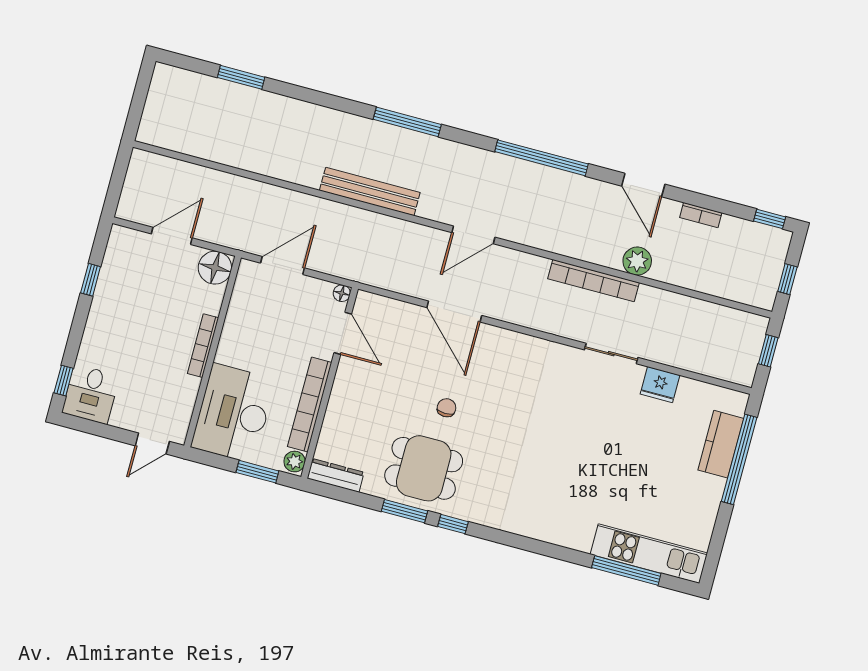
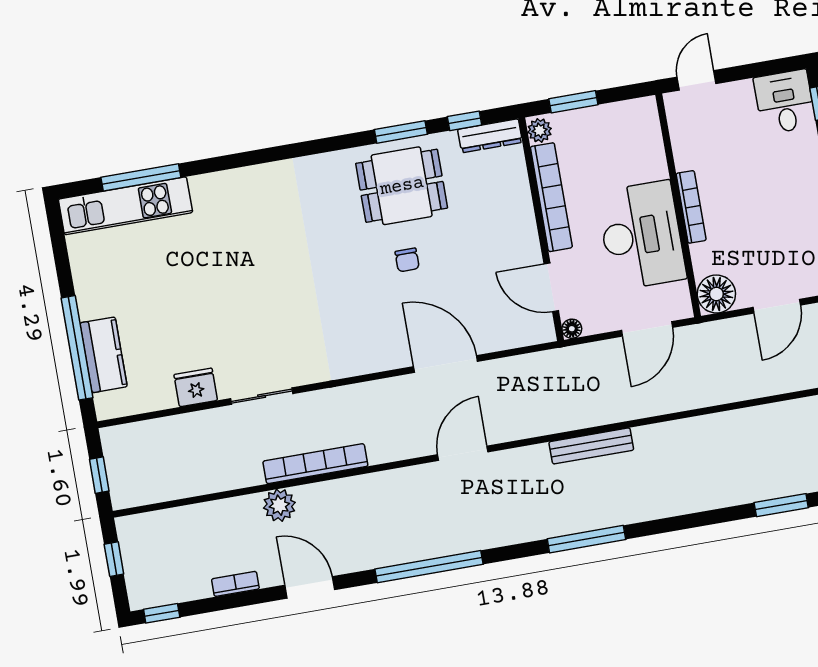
bench: (370, 191) -> (591, 446), width x0.73, depth x0.82
desk: (233, 413) -> (641, 235), moved
window: (453, 524) -> (465, 121), moved

